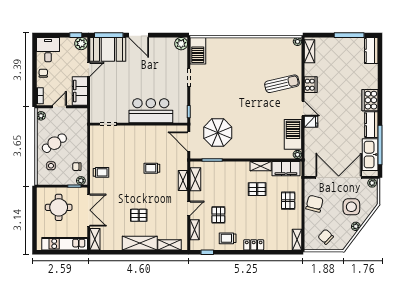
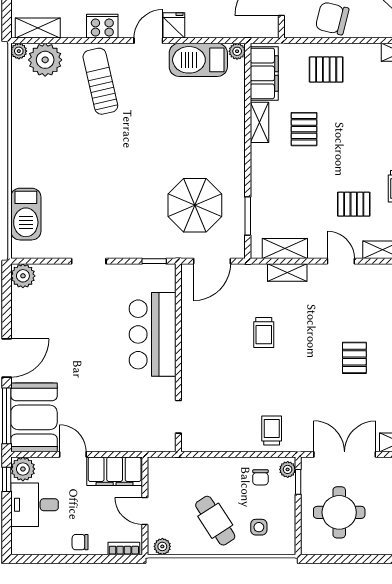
desk: (48, 50) -> (35, 505), moved
barbecue: (198, 51) -> (26, 214), moved, turned 90
plant: (293, 55) -> (45, 60), added

